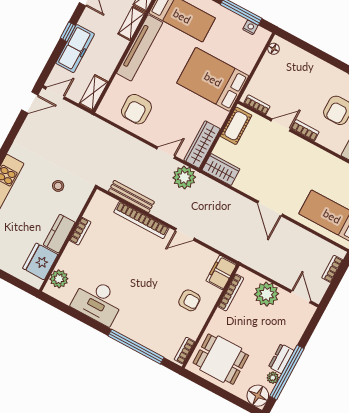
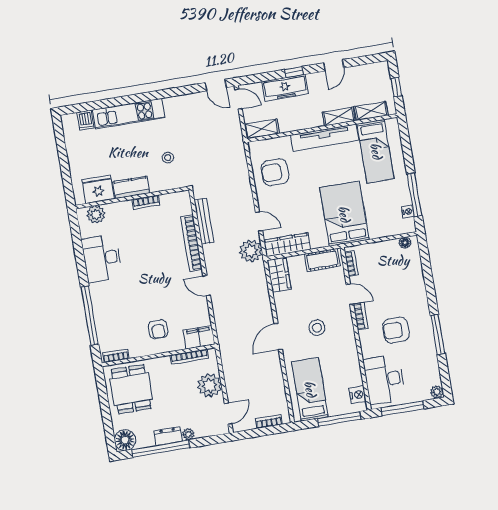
stool: (287, 172) -> (317, 328), added
plant: (273, 378) -> (188, 434), moved

